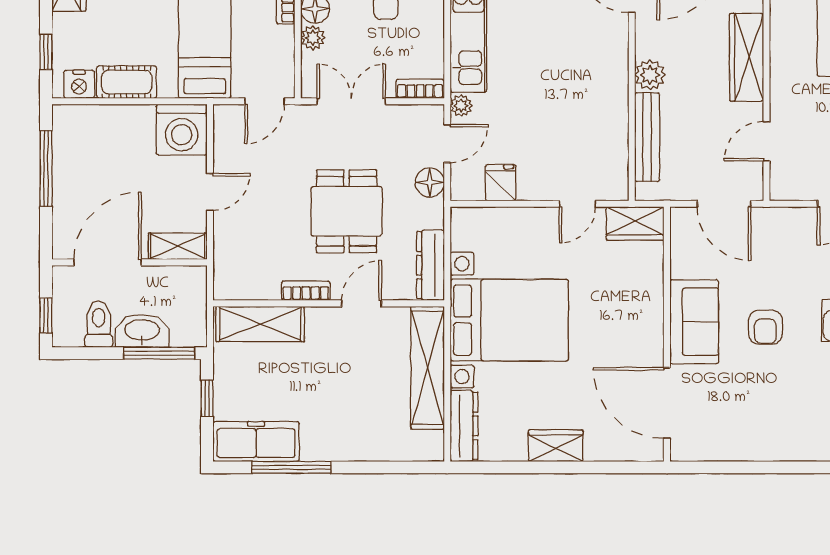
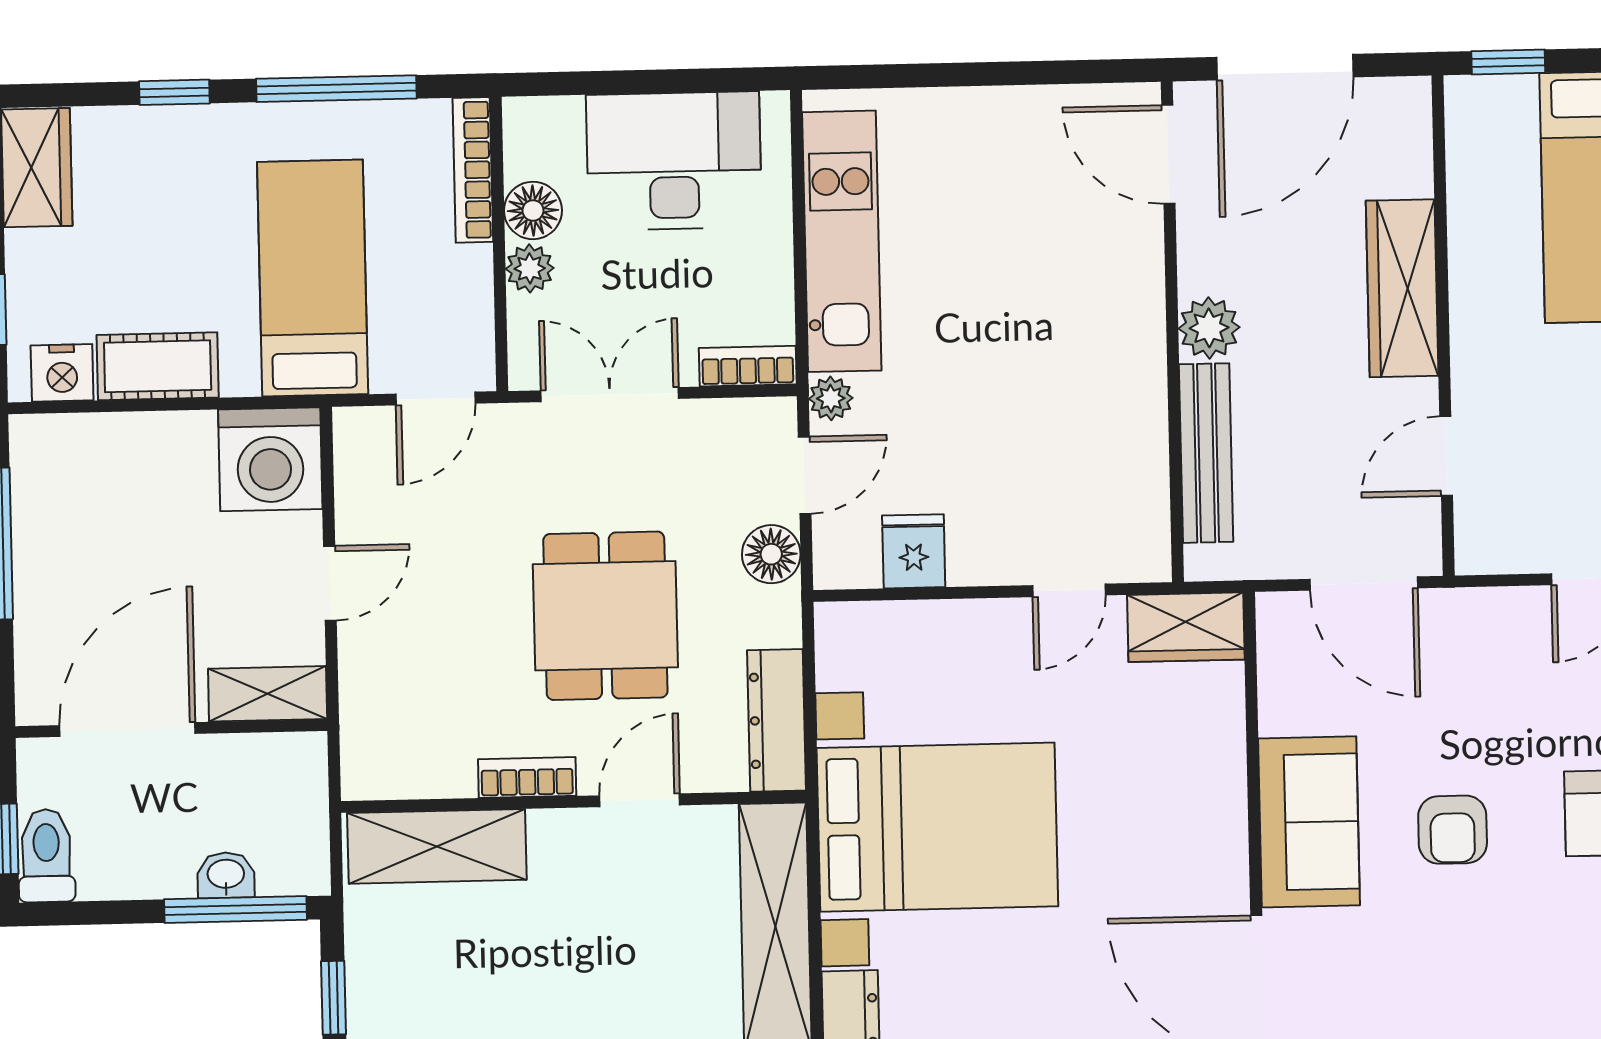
toilet: (99, 324) -> (46, 856), moved
washbasin: (142, 331) -> (226, 875), width x0.52, depth x0.69

